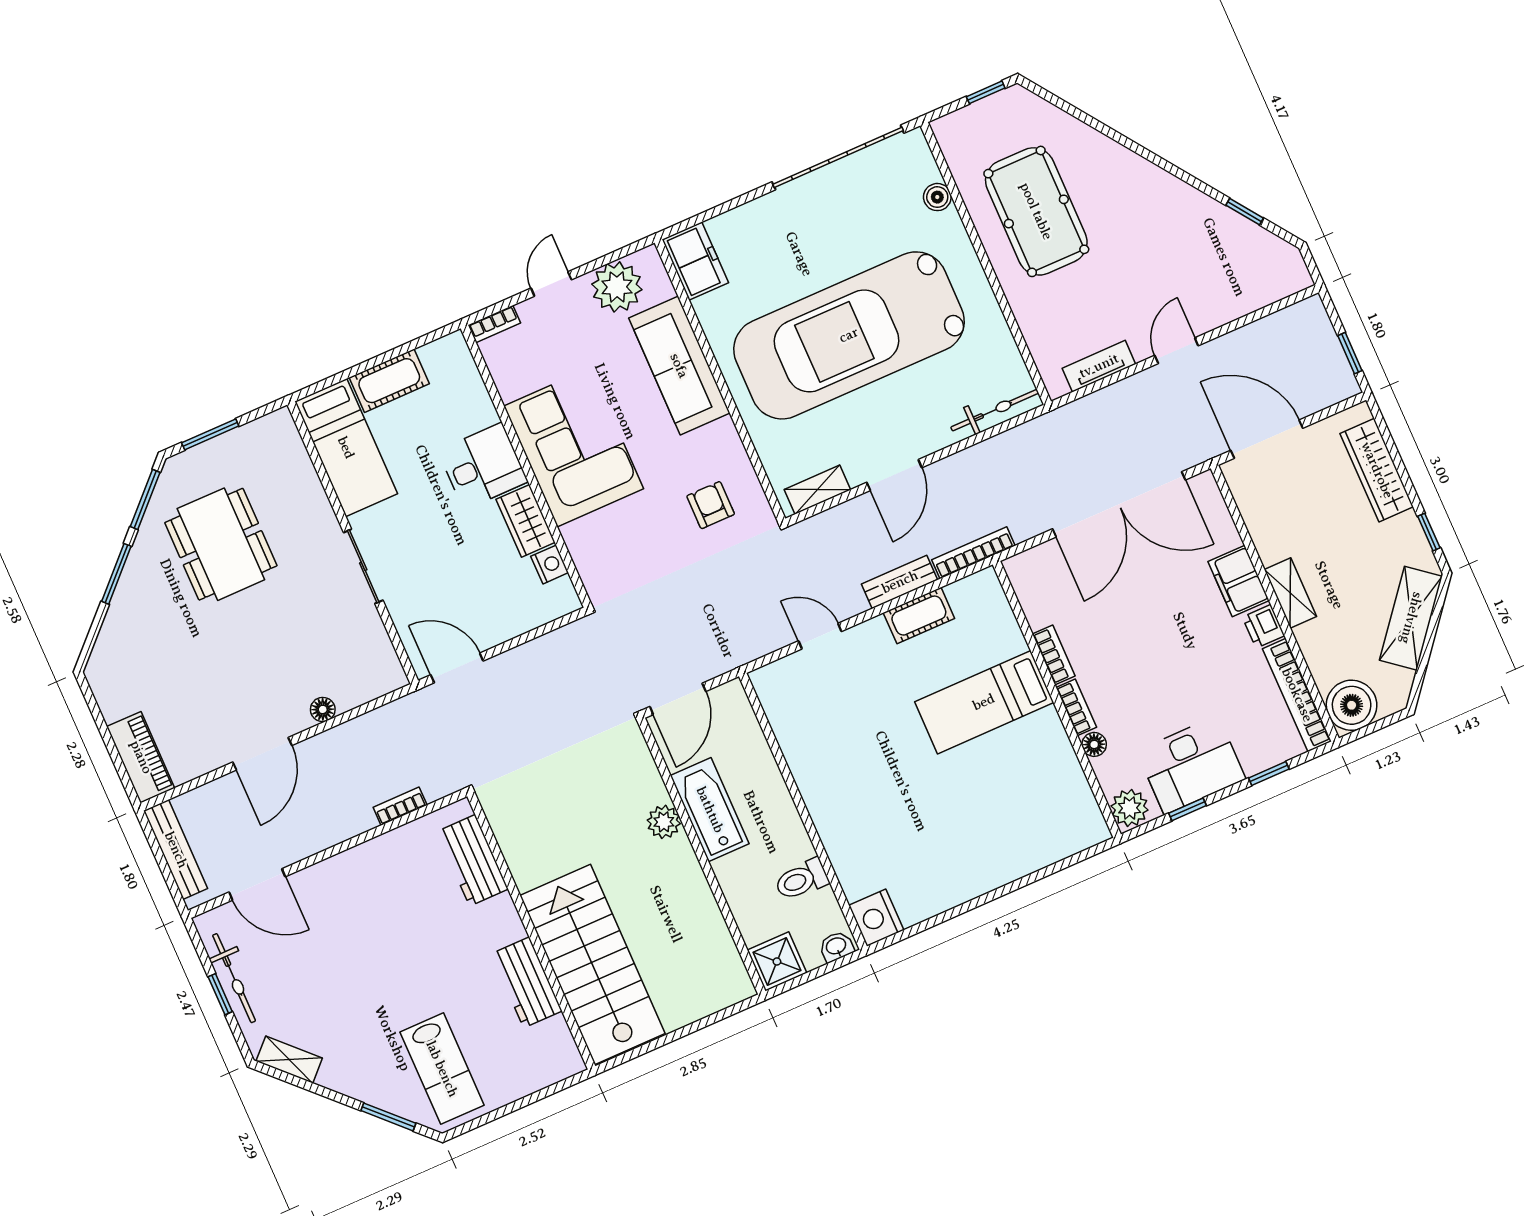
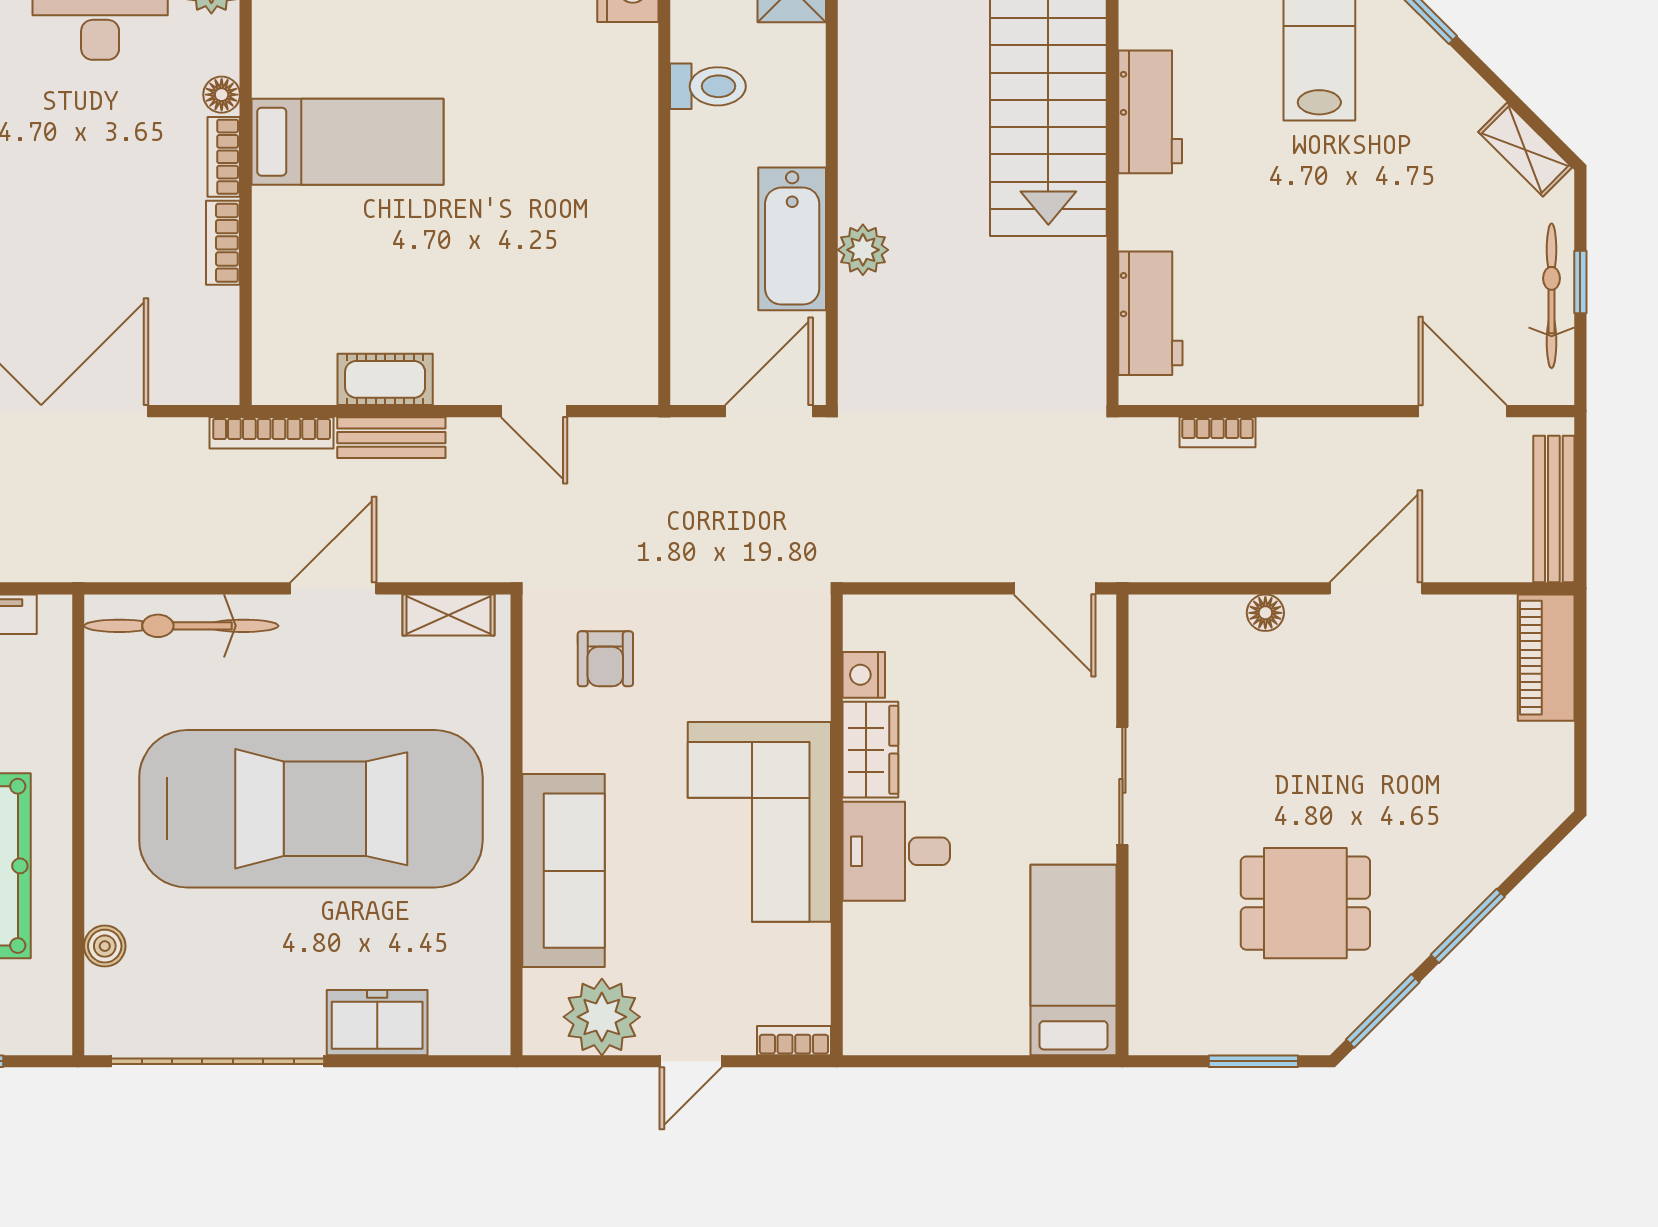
freezer: (695, 261) -> (377, 1023), moved, turned 90
cot: (389, 381) -> (973, 1026), removed
bicycle: (995, 410) -> (181, 626), width x1.37, depth x1.40
dining table: (221, 544) -> (1305, 903), width x0.73
bed: (984, 702) -> (347, 142), moved

